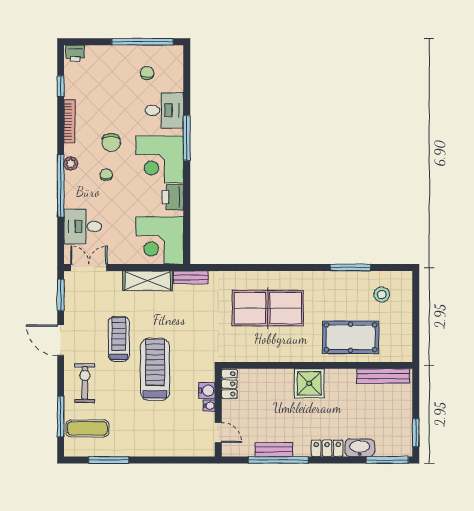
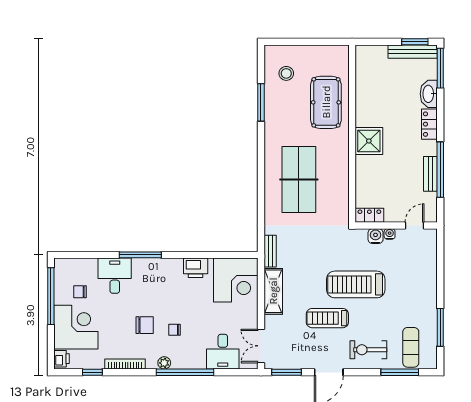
corner desk: (160, 159) -> (76, 327), moved, turned -90
bench: (383, 376) -> (413, 52), moved, turned 90

